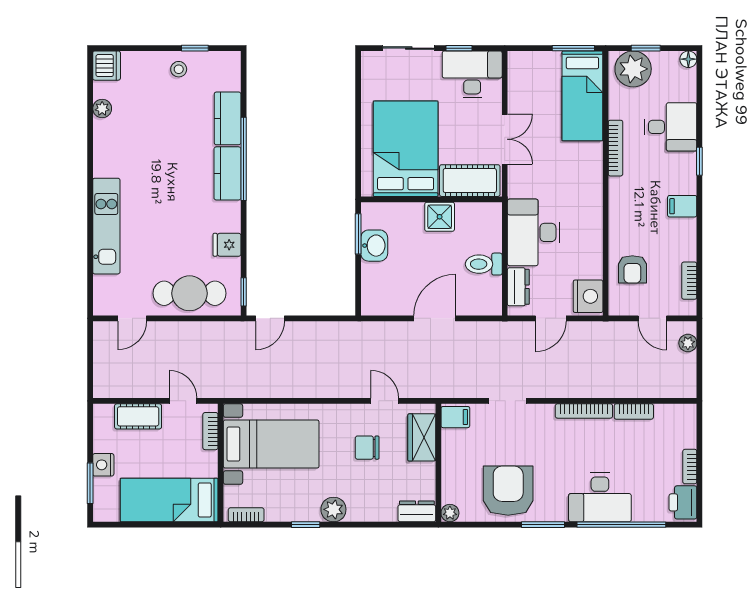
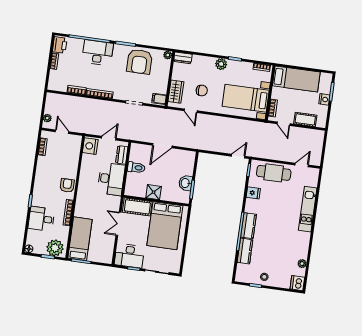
filing cabinet: (682, 206) -> (41, 182), removed
armchair: (632, 269) -> (67, 185), moved

